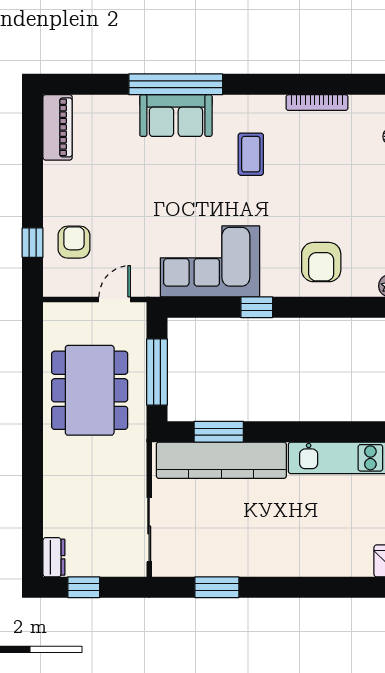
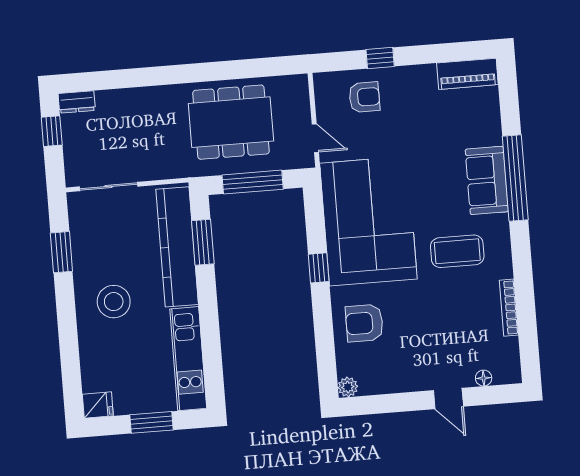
coffee table: (251, 154) -> (457, 251), width x1.36, depth x1.30
window: (33, 243) -> (380, 58), moved
corner sofa: (210, 261) -> (368, 221), width x1.36, depth x1.36
stool: (276, 534) -> (114, 302), added

